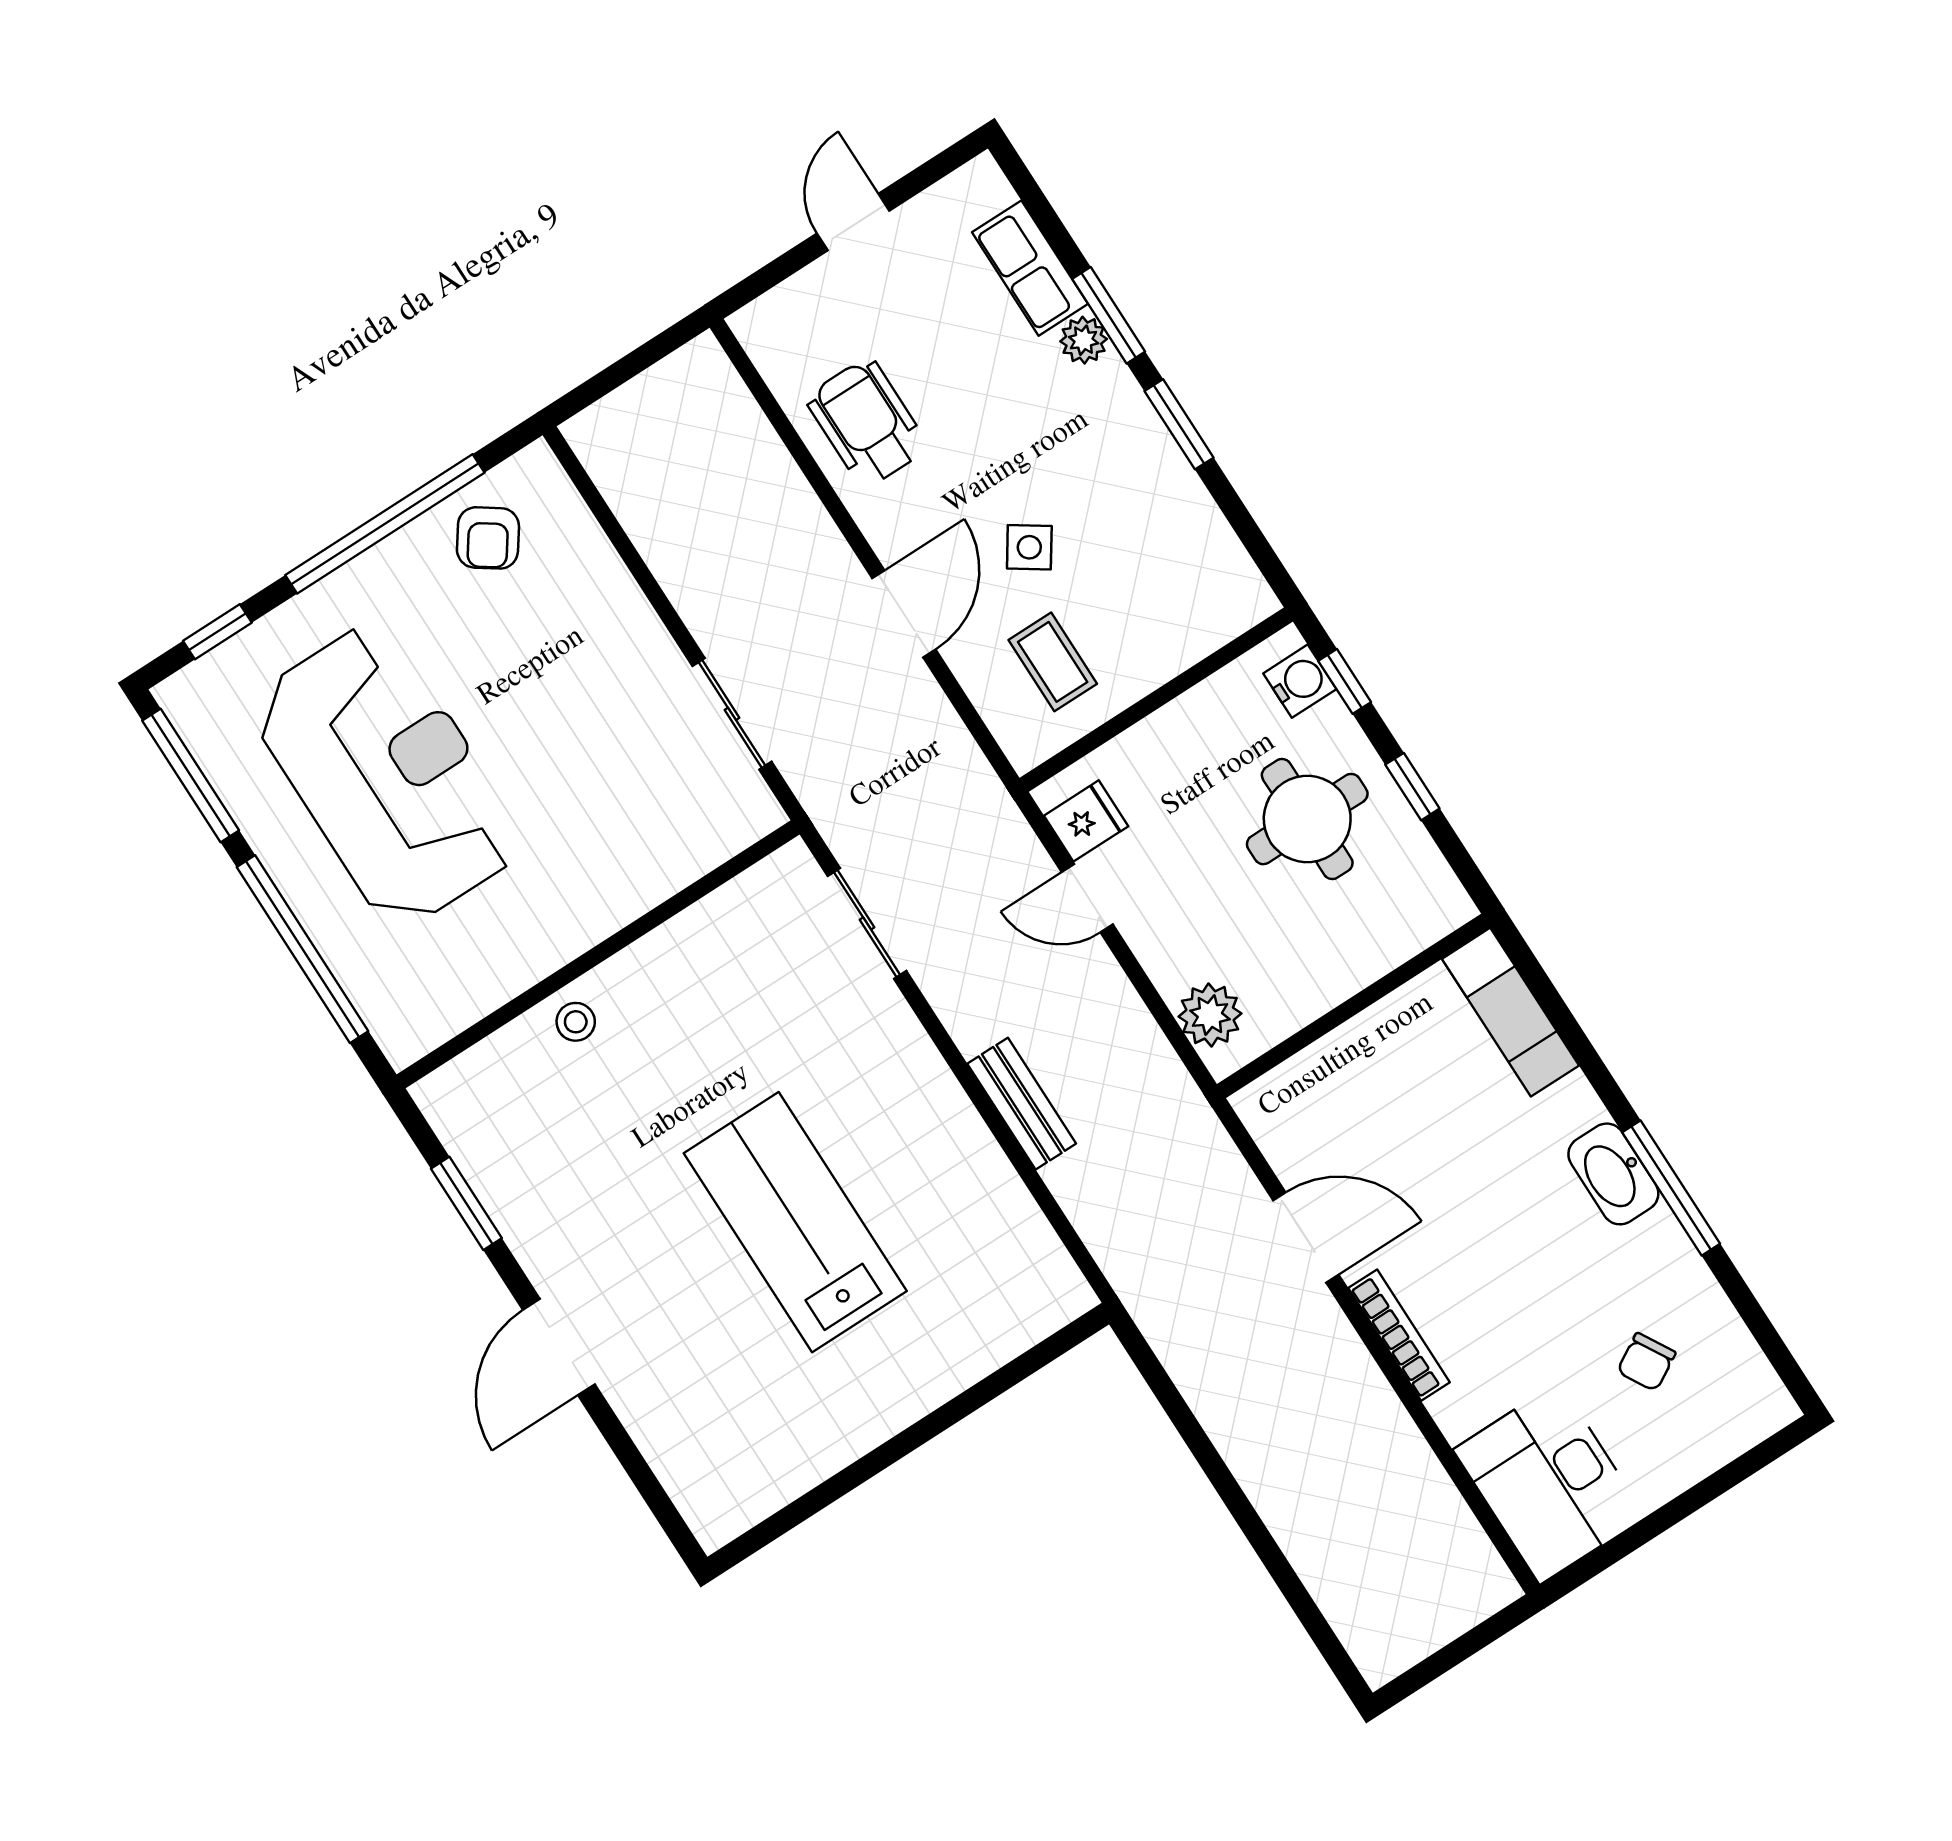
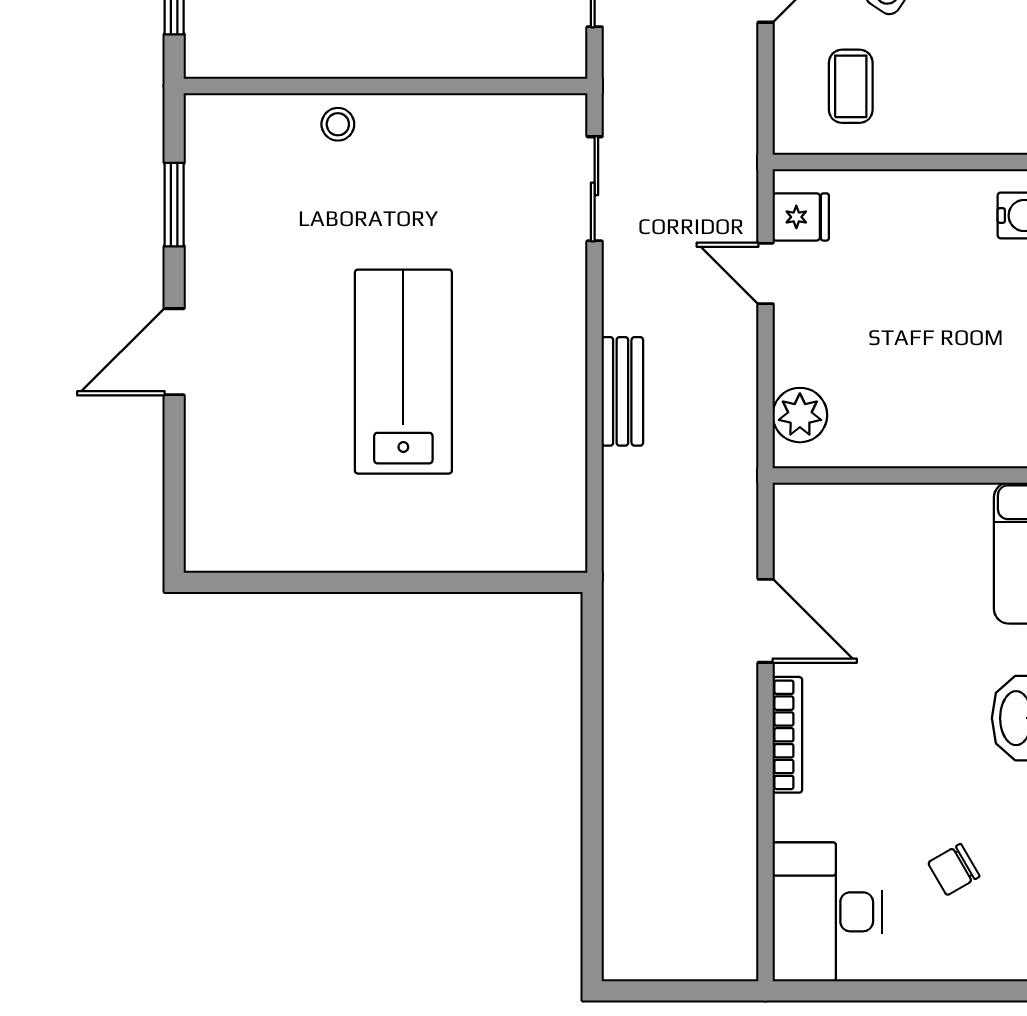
round table: (1307, 819) -> (962, 319), removed

